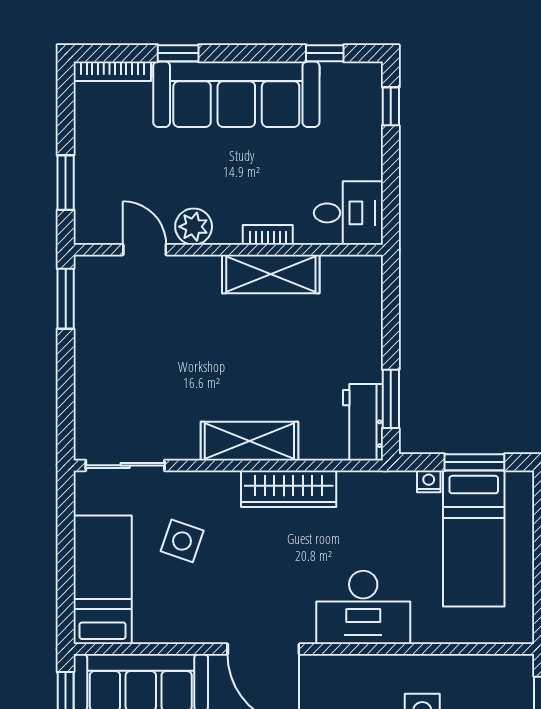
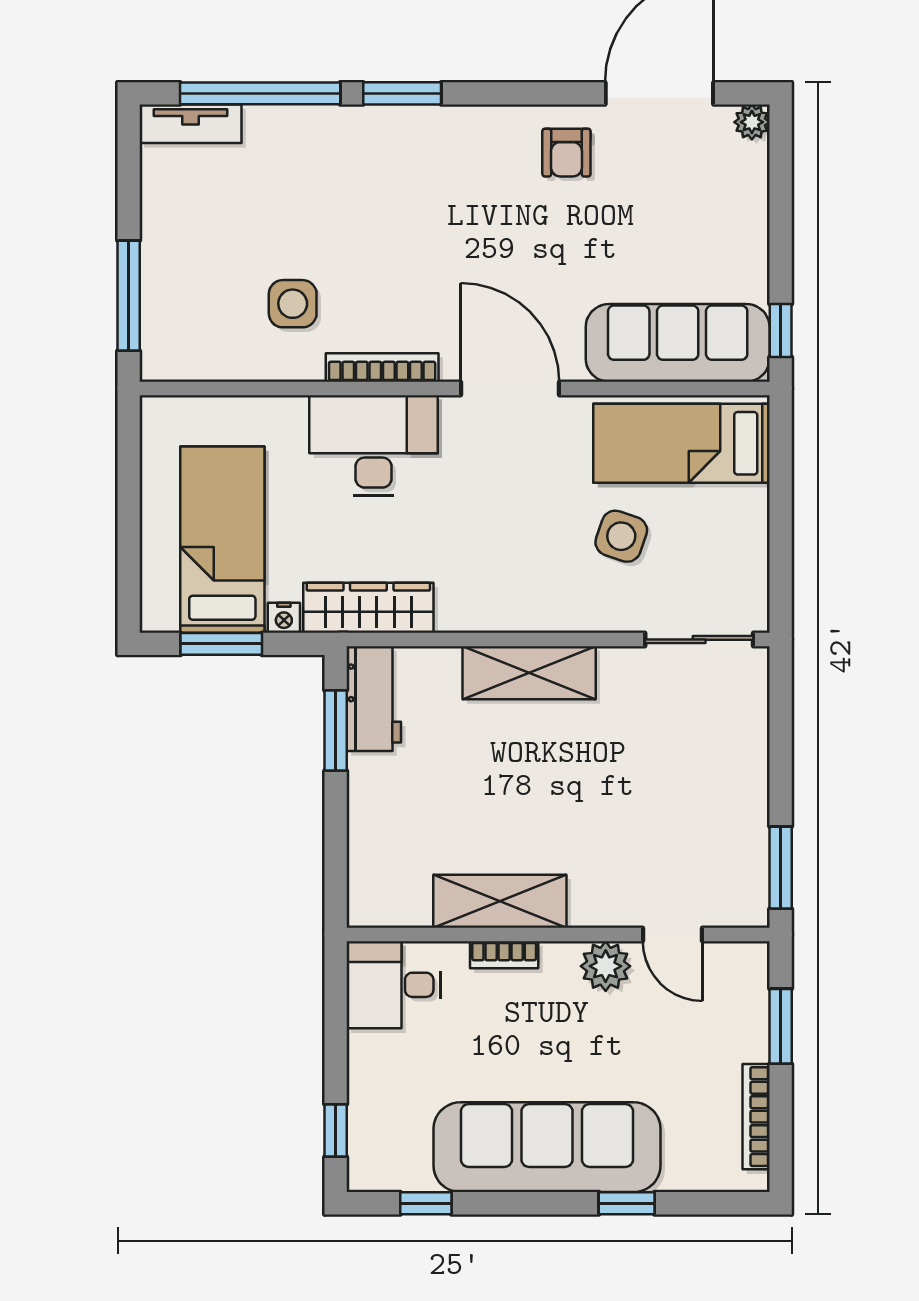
bookcase: (112, 71) -> (756, 1117), moved, turned -90
wardrobe: (289, 489) -> (368, 608), moved
bed: (103, 580) -> (682, 443), moved, turned 90
bookcase: (357, 664) -> (382, 367), added

